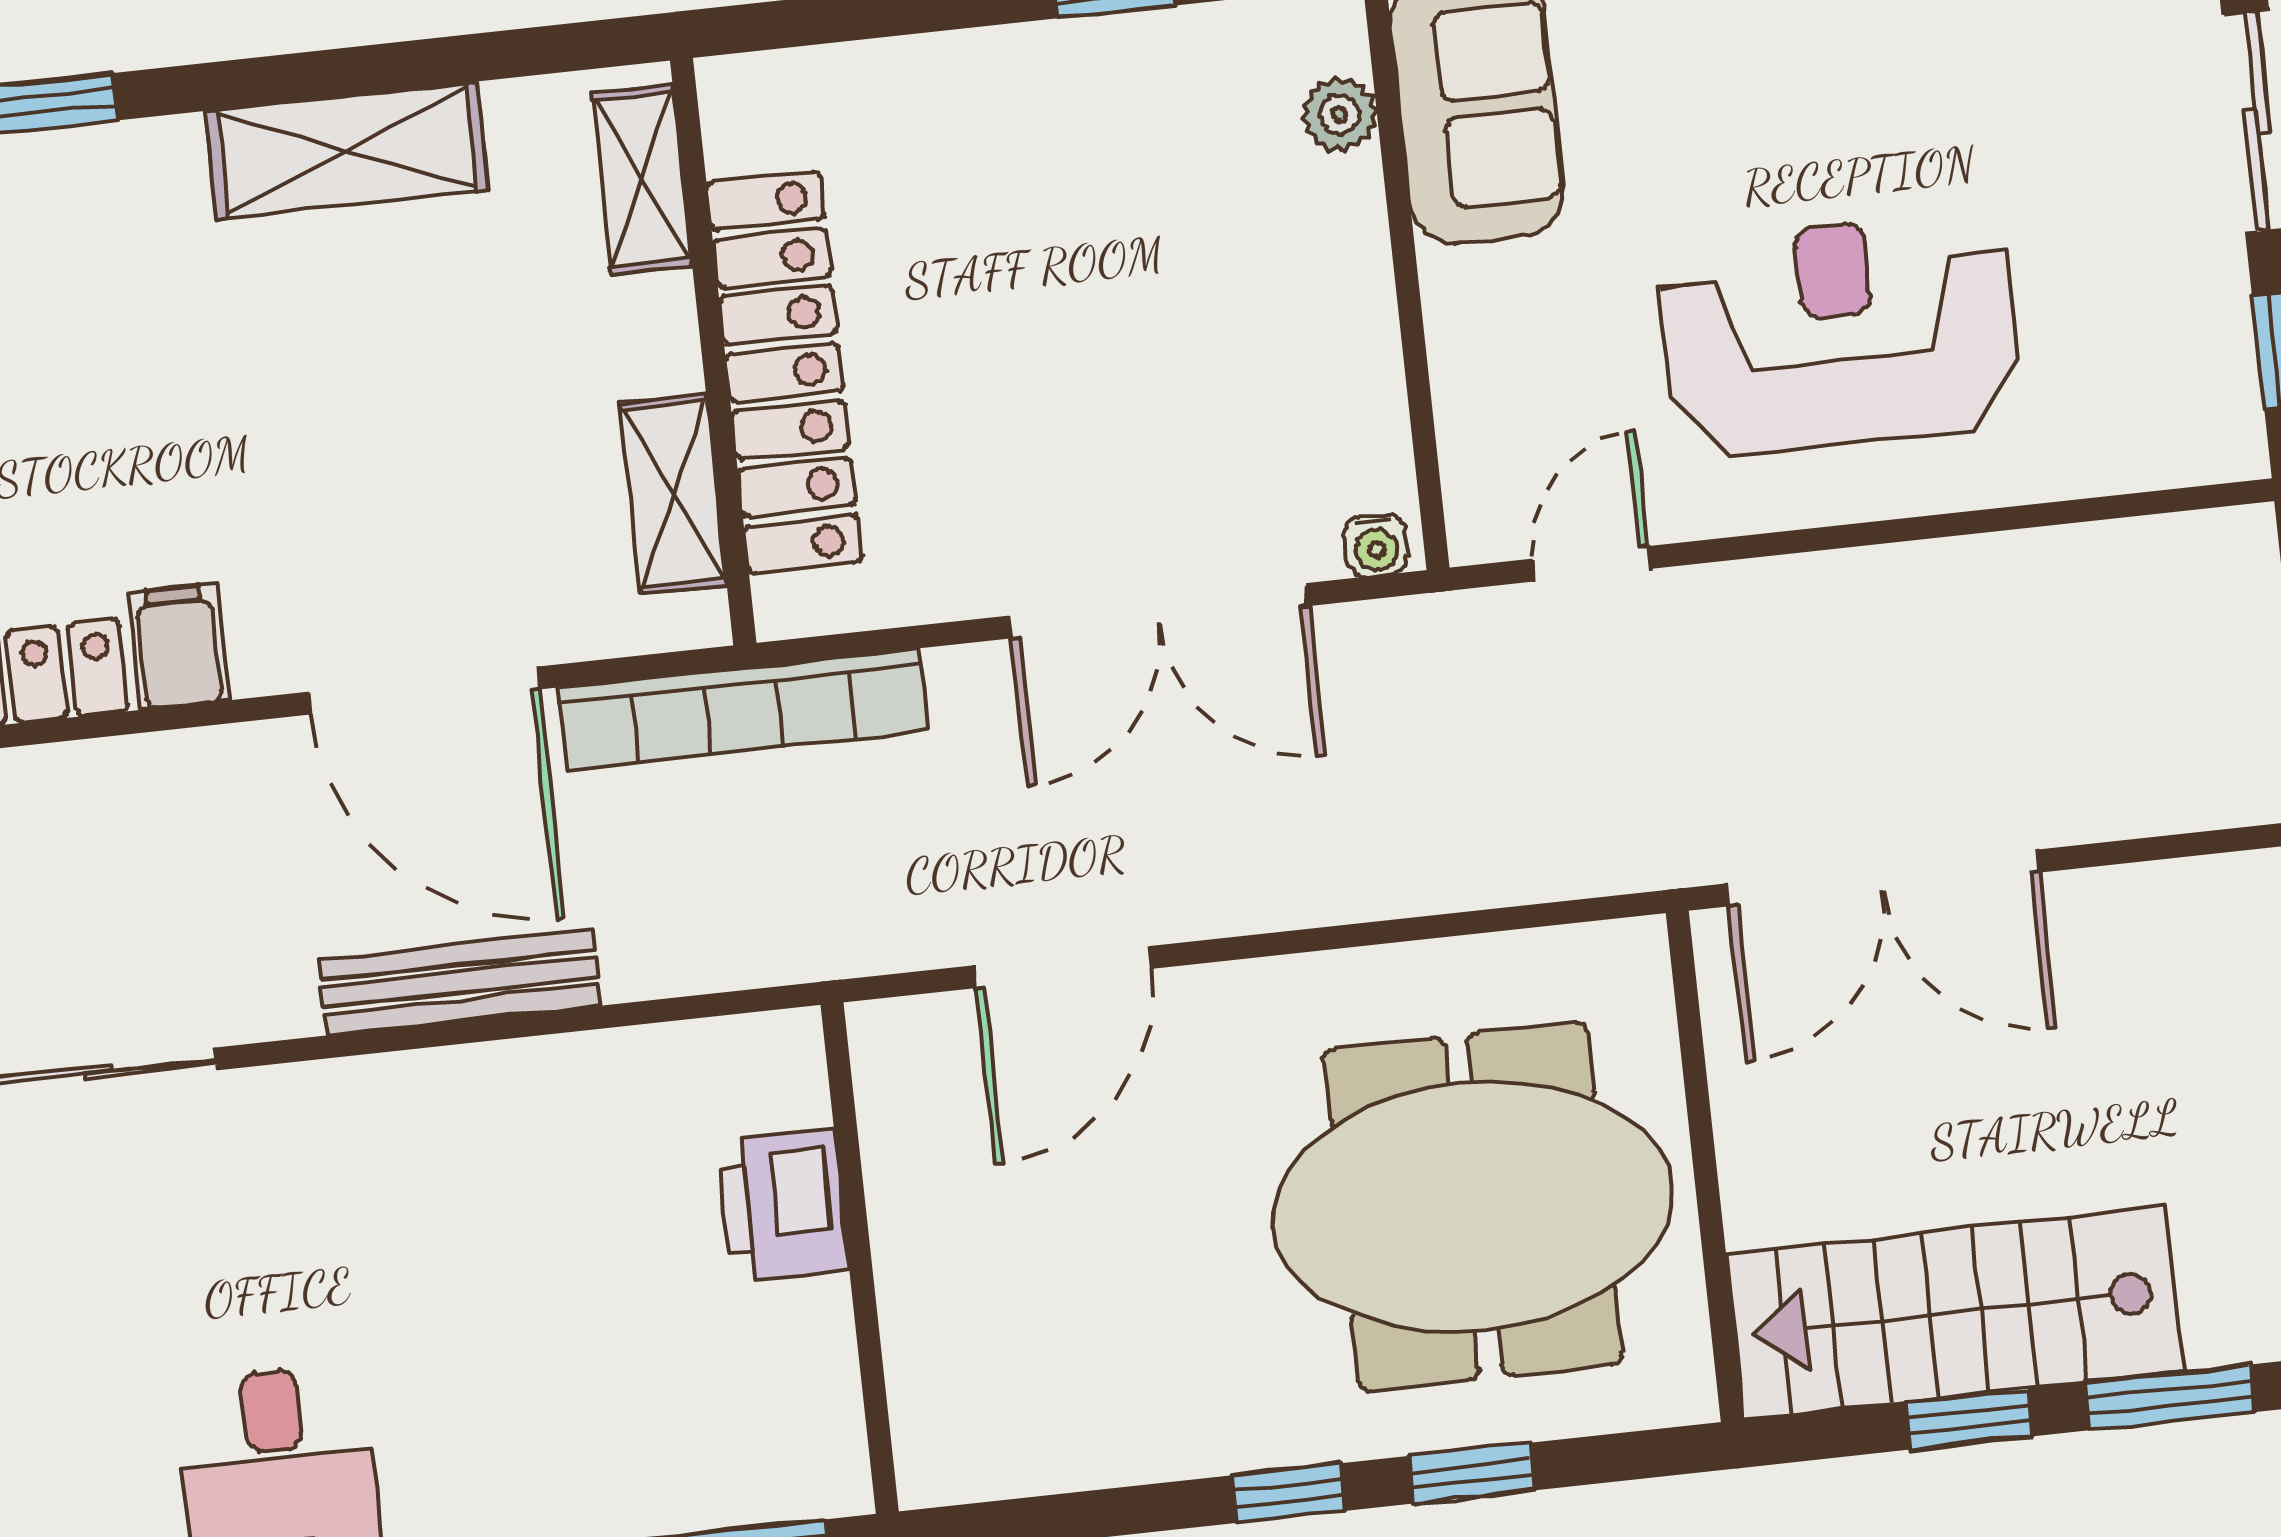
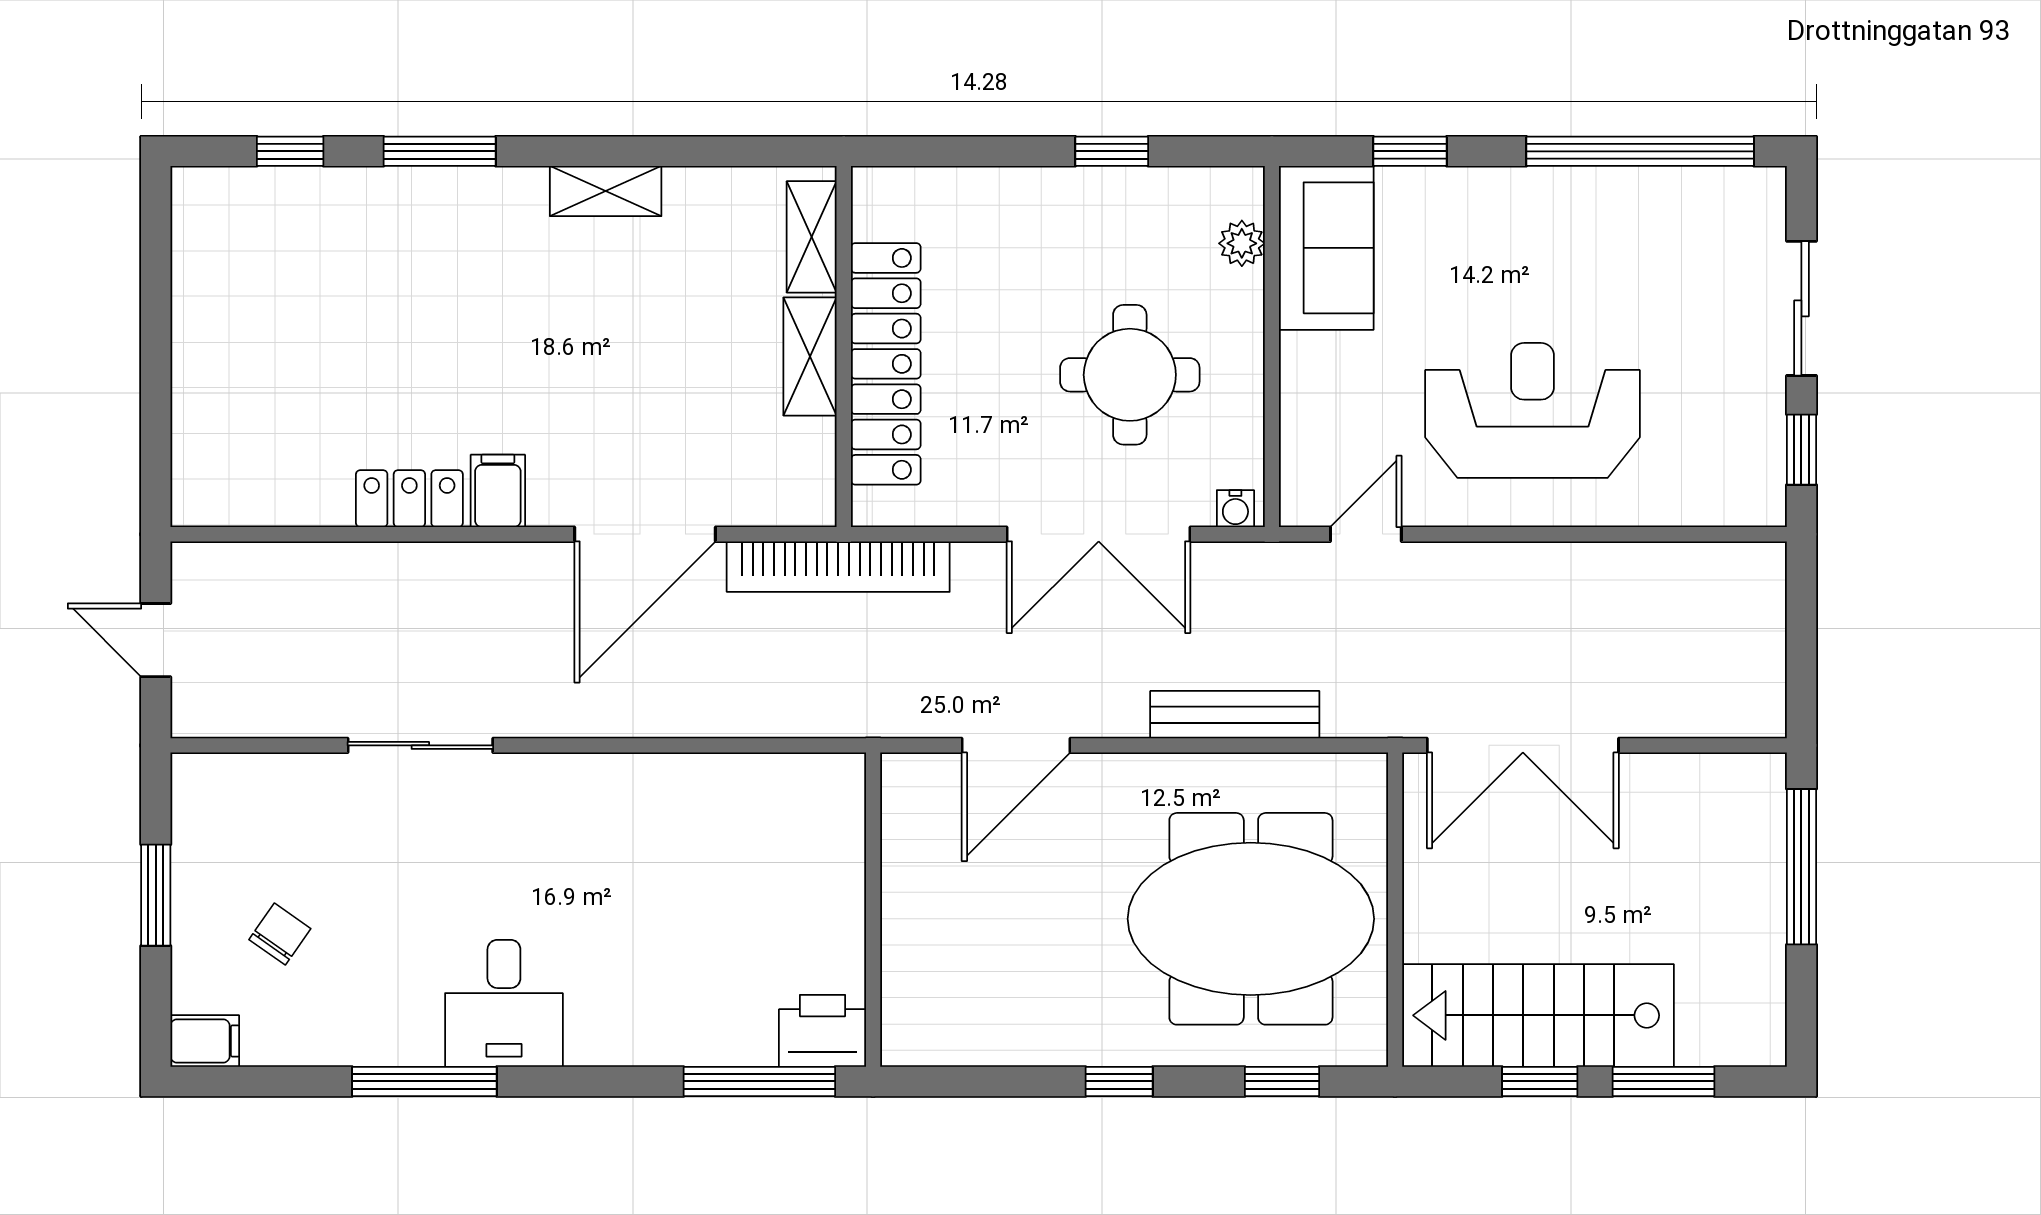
shelving: (347, 150) -> (606, 191), width x0.67, depth x0.75
round table: (1181, 347) -> (1130, 375), added
shelving: (673, 494) -> (810, 356), moved
door: (424, 691) -> (645, 534), hinge flipped
bench: (459, 982) -> (1235, 715), moved
printer: (783, 1205) -> (822, 1031), moved, turned 90
window: (1472, 1473) -> (1282, 1081), moved

